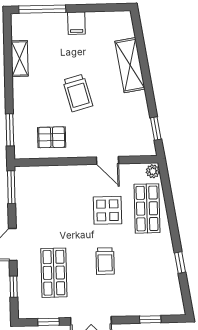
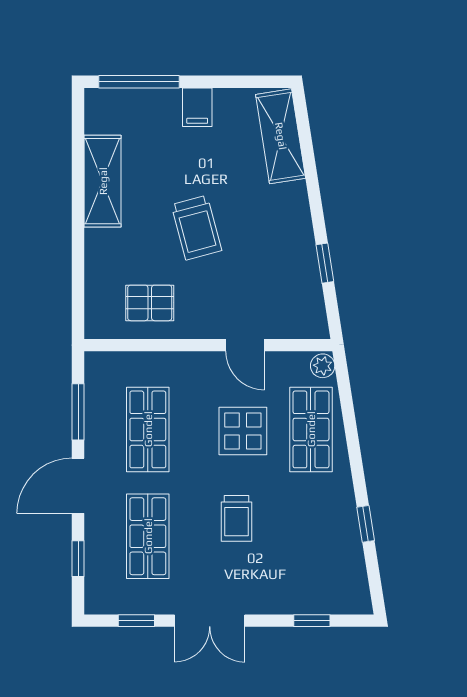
shelving: (20, 58) -> (103, 181), width x1.50, depth x1.33
shelving: (130, 65) -> (281, 136), moved
window: (156, 129) -> (325, 263), moved
window: (10, 130) -> (78, 288), removed
window: (11, 187) -> (78, 412), moved
shop shelf: (52, 211) -> (148, 429), added

